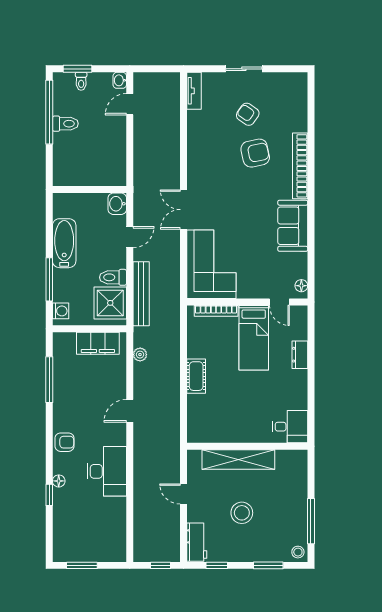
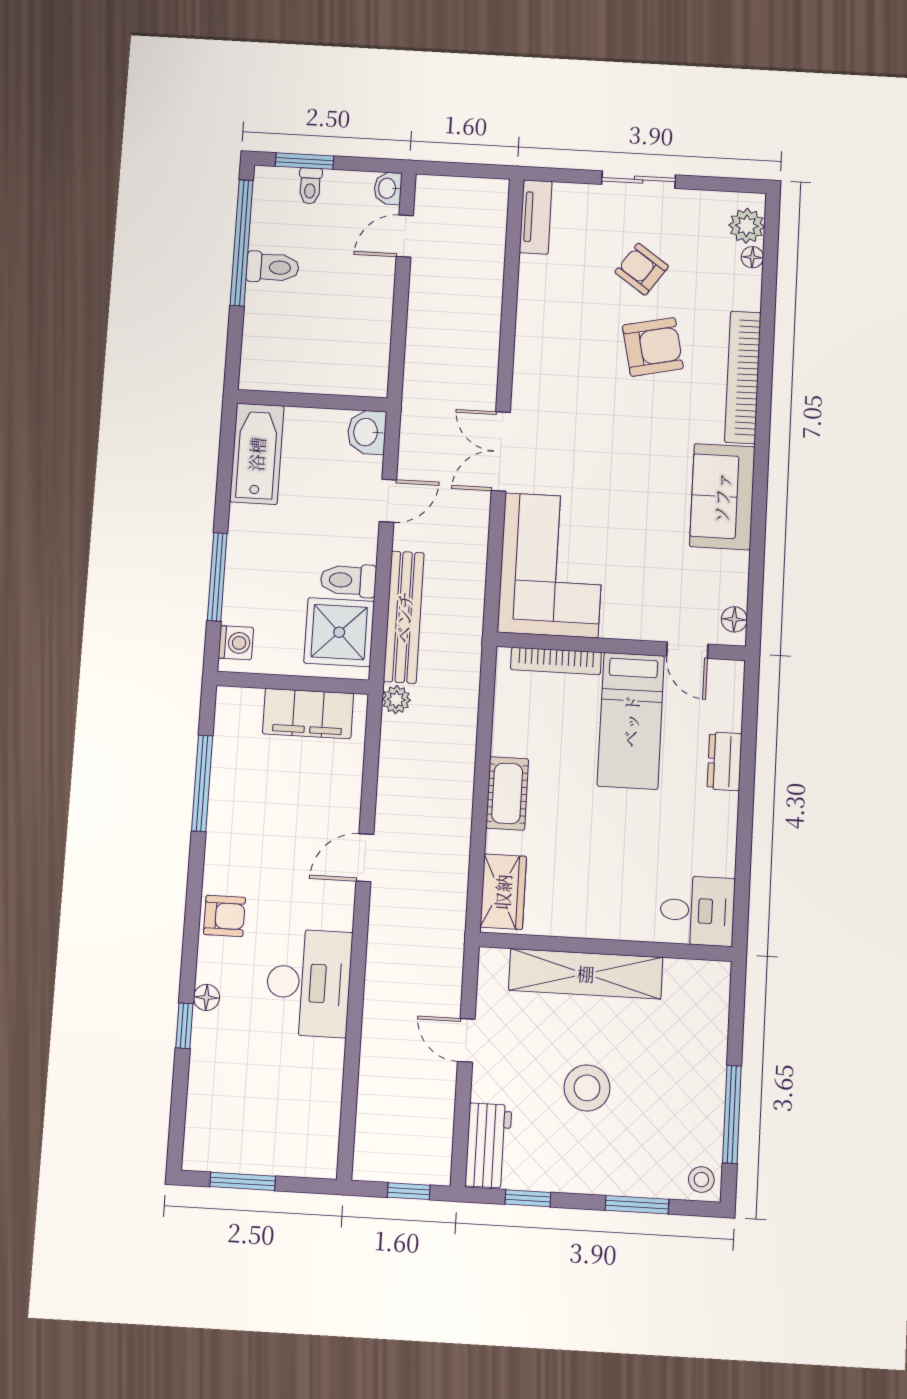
plant: (299, 89) -> (747, 226), added
floor lamp: (302, 105) -> (752, 257), added
bathtub: (64, 243) -> (257, 454), moved
plant: (140, 355) -> (396, 700), moved
wardrobe: (197, 423) -> (503, 892), added

